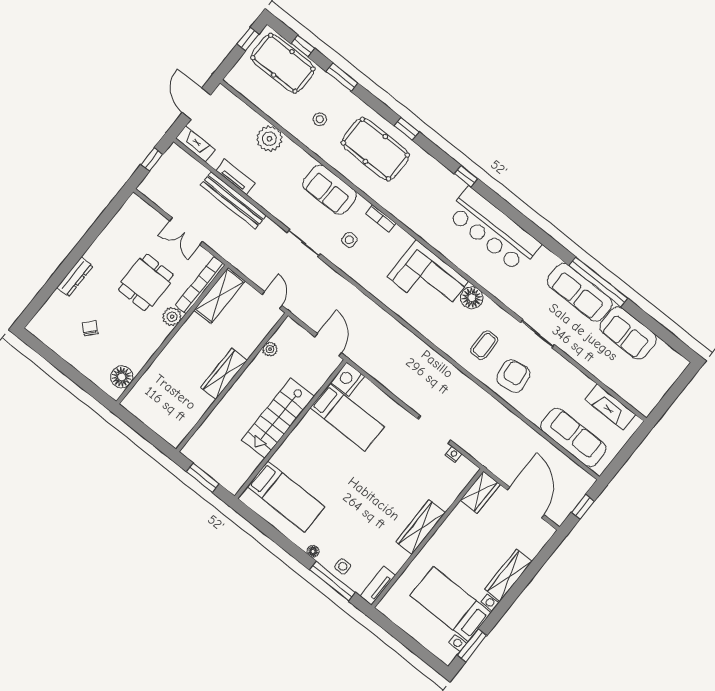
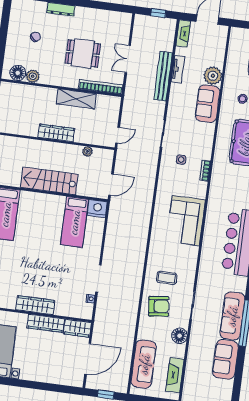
sofa: (330, 190) -> (208, 104), moved
shelving: (219, 296) -> (76, 99), moved
floor lamp: (472, 298) -> (179, 336), moved
plant: (172, 317) -> (33, 76), moved
wardrobe: (508, 575) -> (46, 323), moved, turned 180

